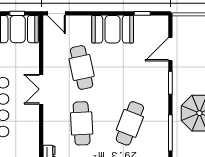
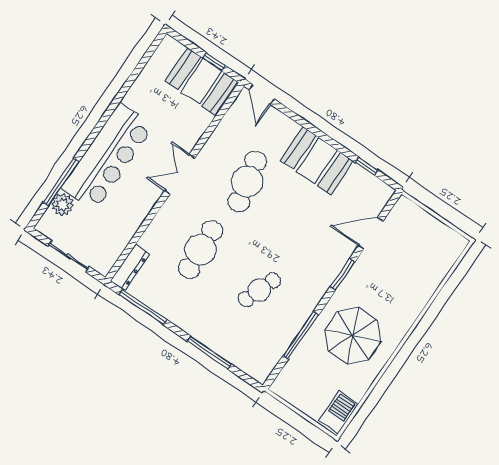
cafe table: (130, 123) -> (259, 290), width x0.73, depth x0.74

